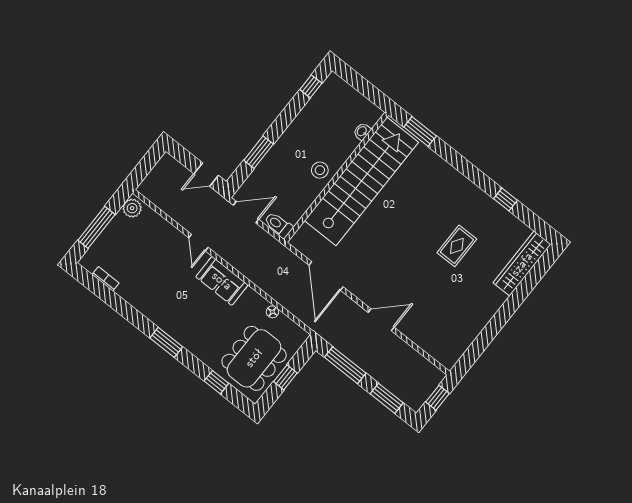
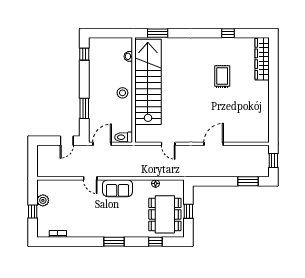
plant: (132, 208) -> (43, 200), moved
window: (96, 227) -> (33, 212), width x0.46
door: (326, 276) -> (168, 144), width x0.53
window: (345, 365) -> (214, 181), removed

